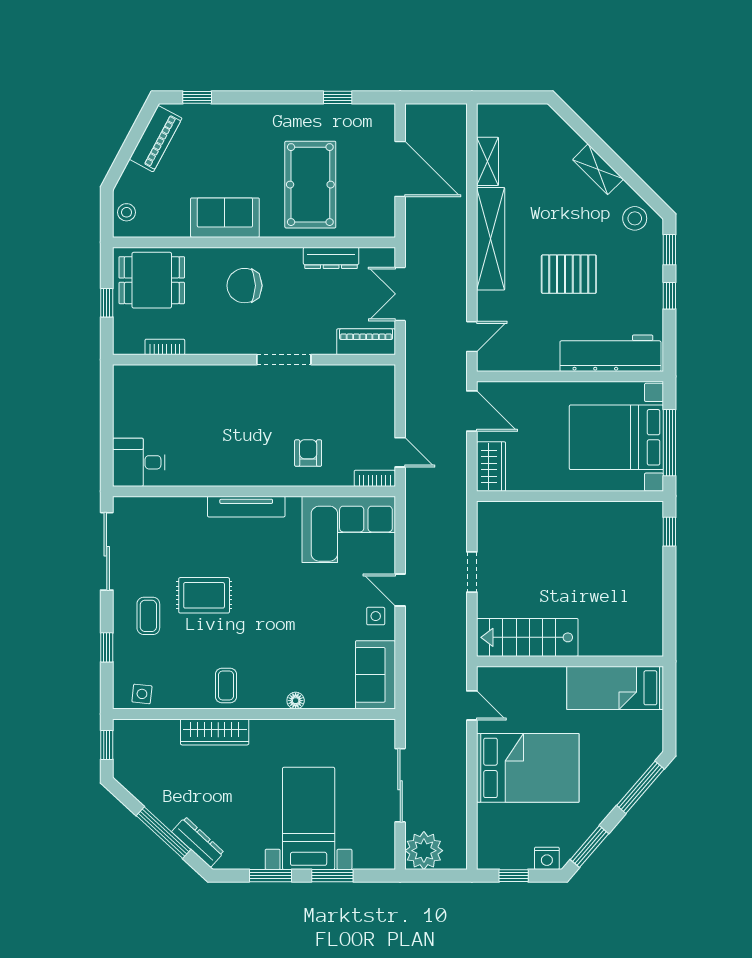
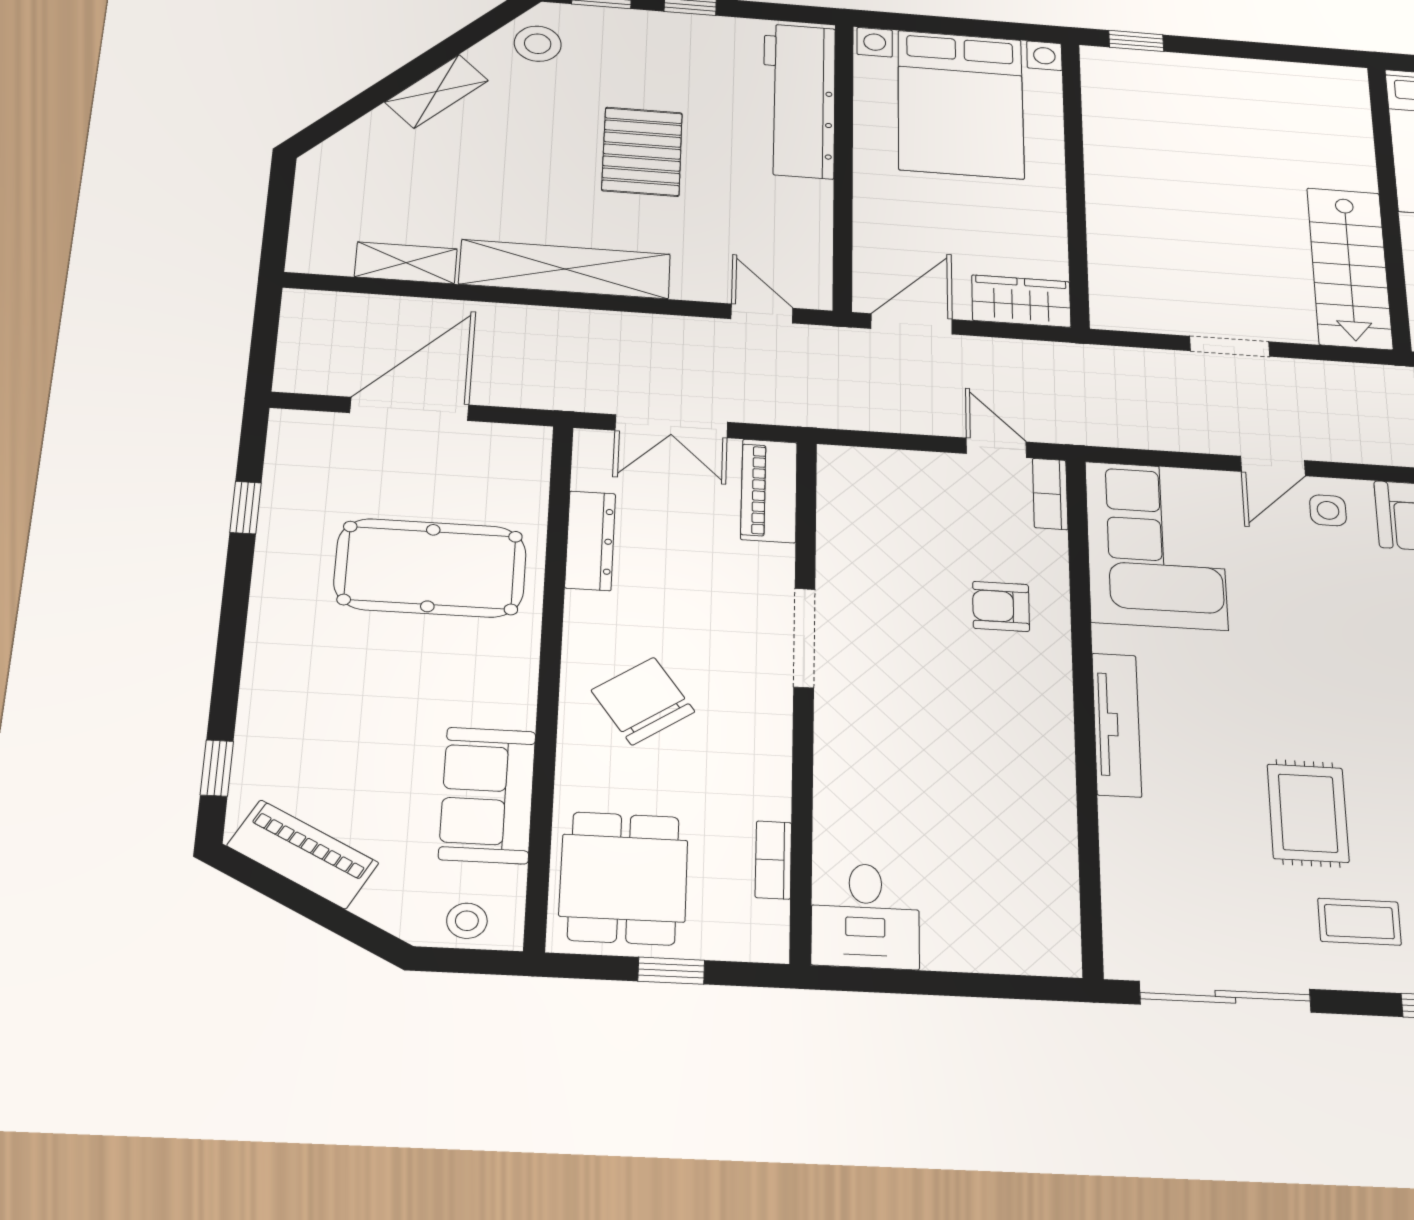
sofa: (225, 218) -> (487, 795), moved
chair: (244, 286) -> (643, 701), turned 145
window: (669, 443) -> (970, 28), removed
door: (400, 452) -> (996, 448), hinge flipped
desk: (139, 462) -> (865, 916), moved

